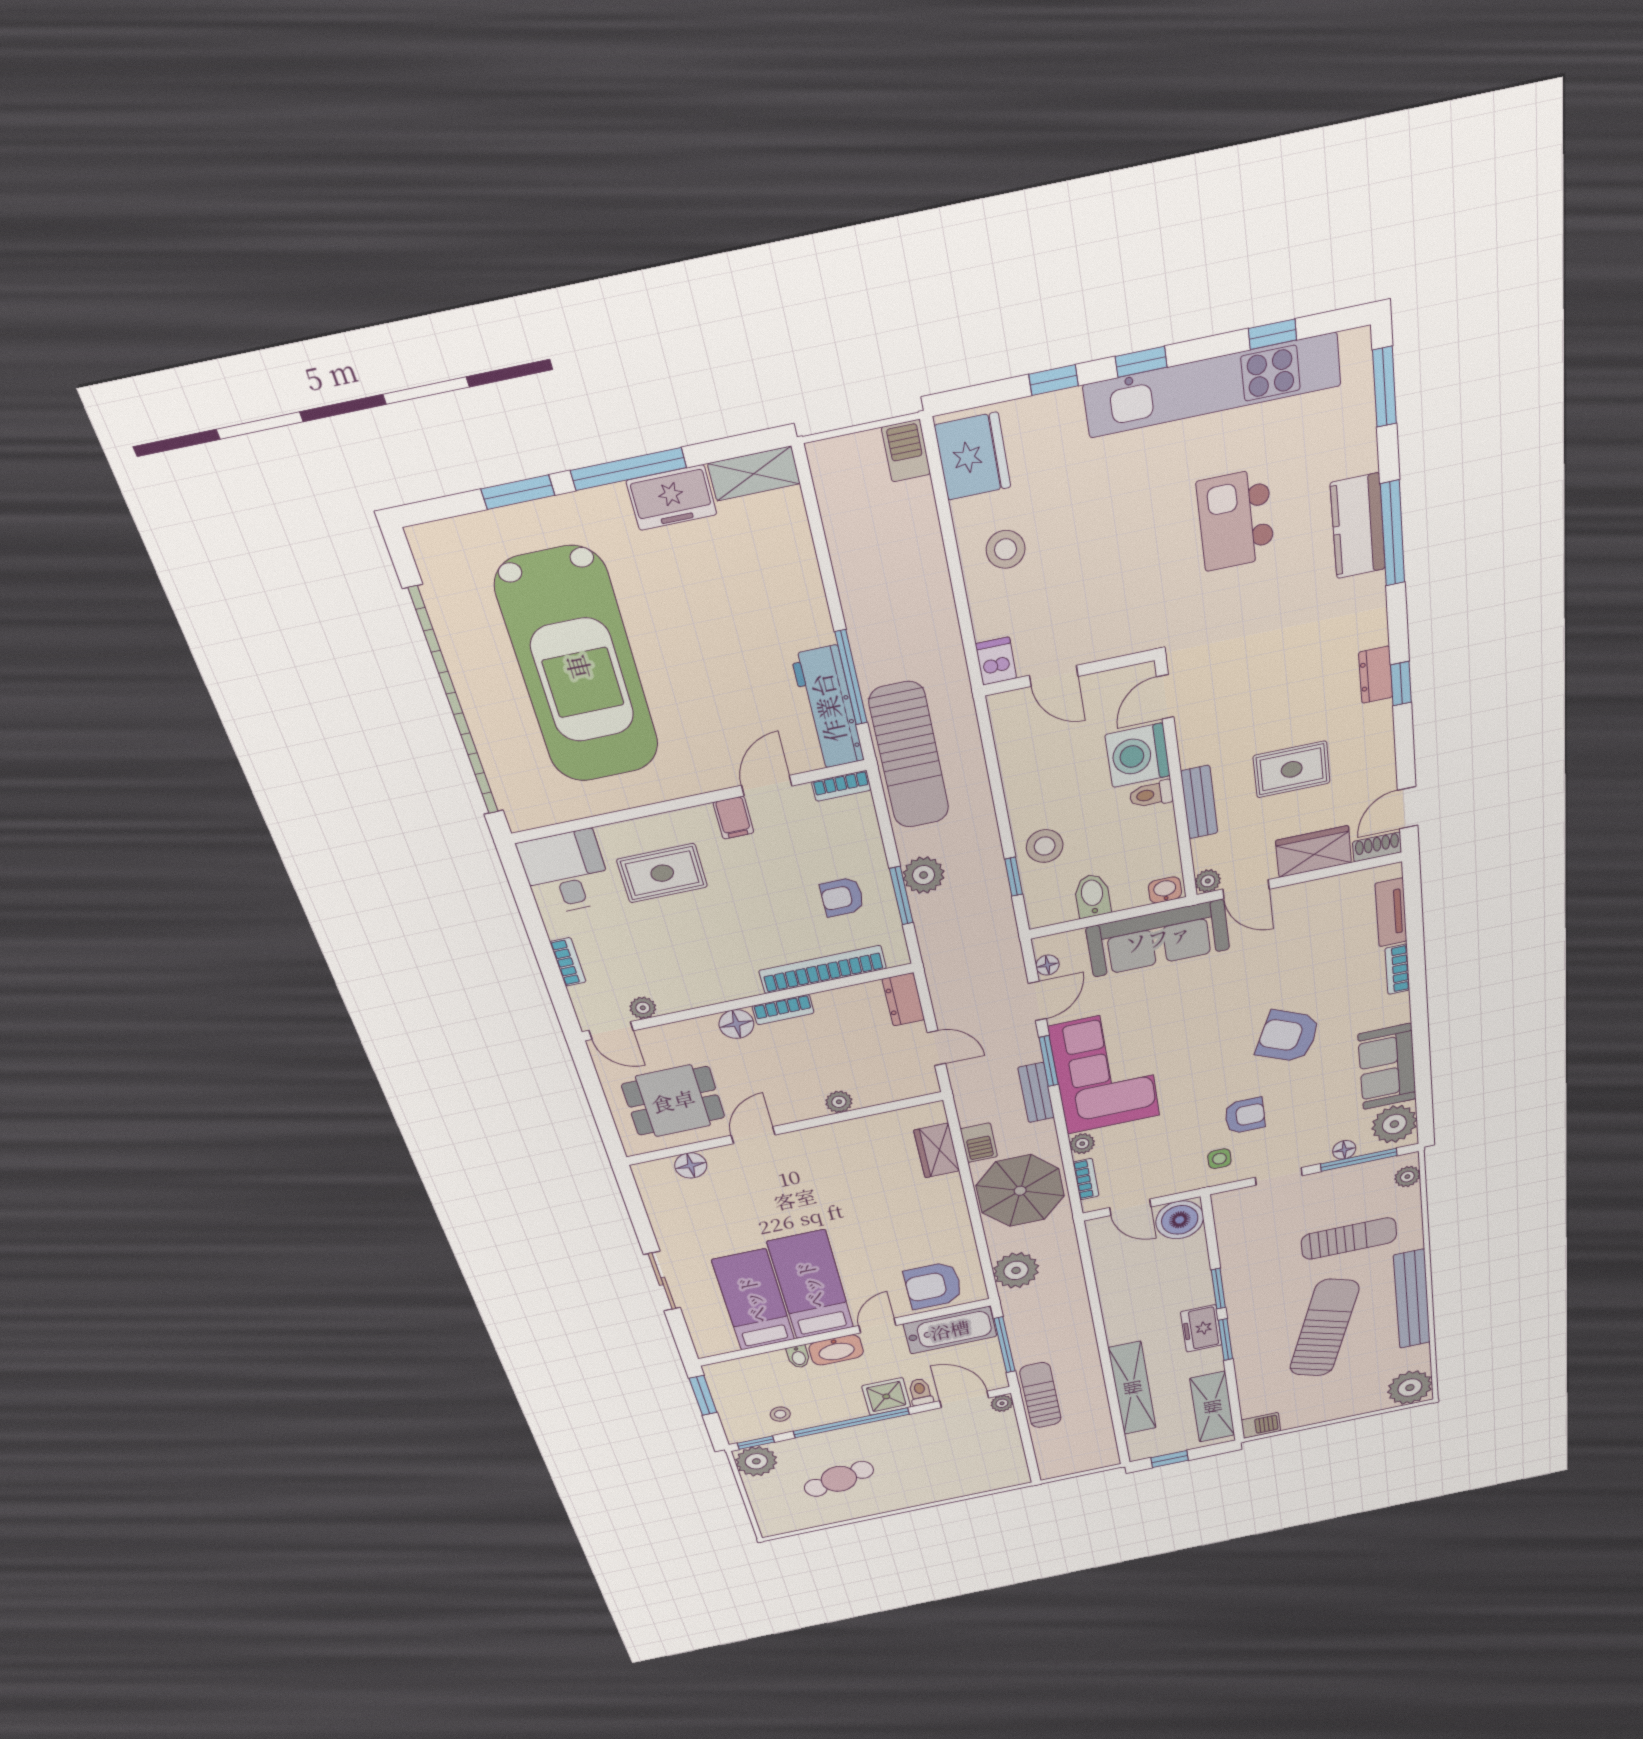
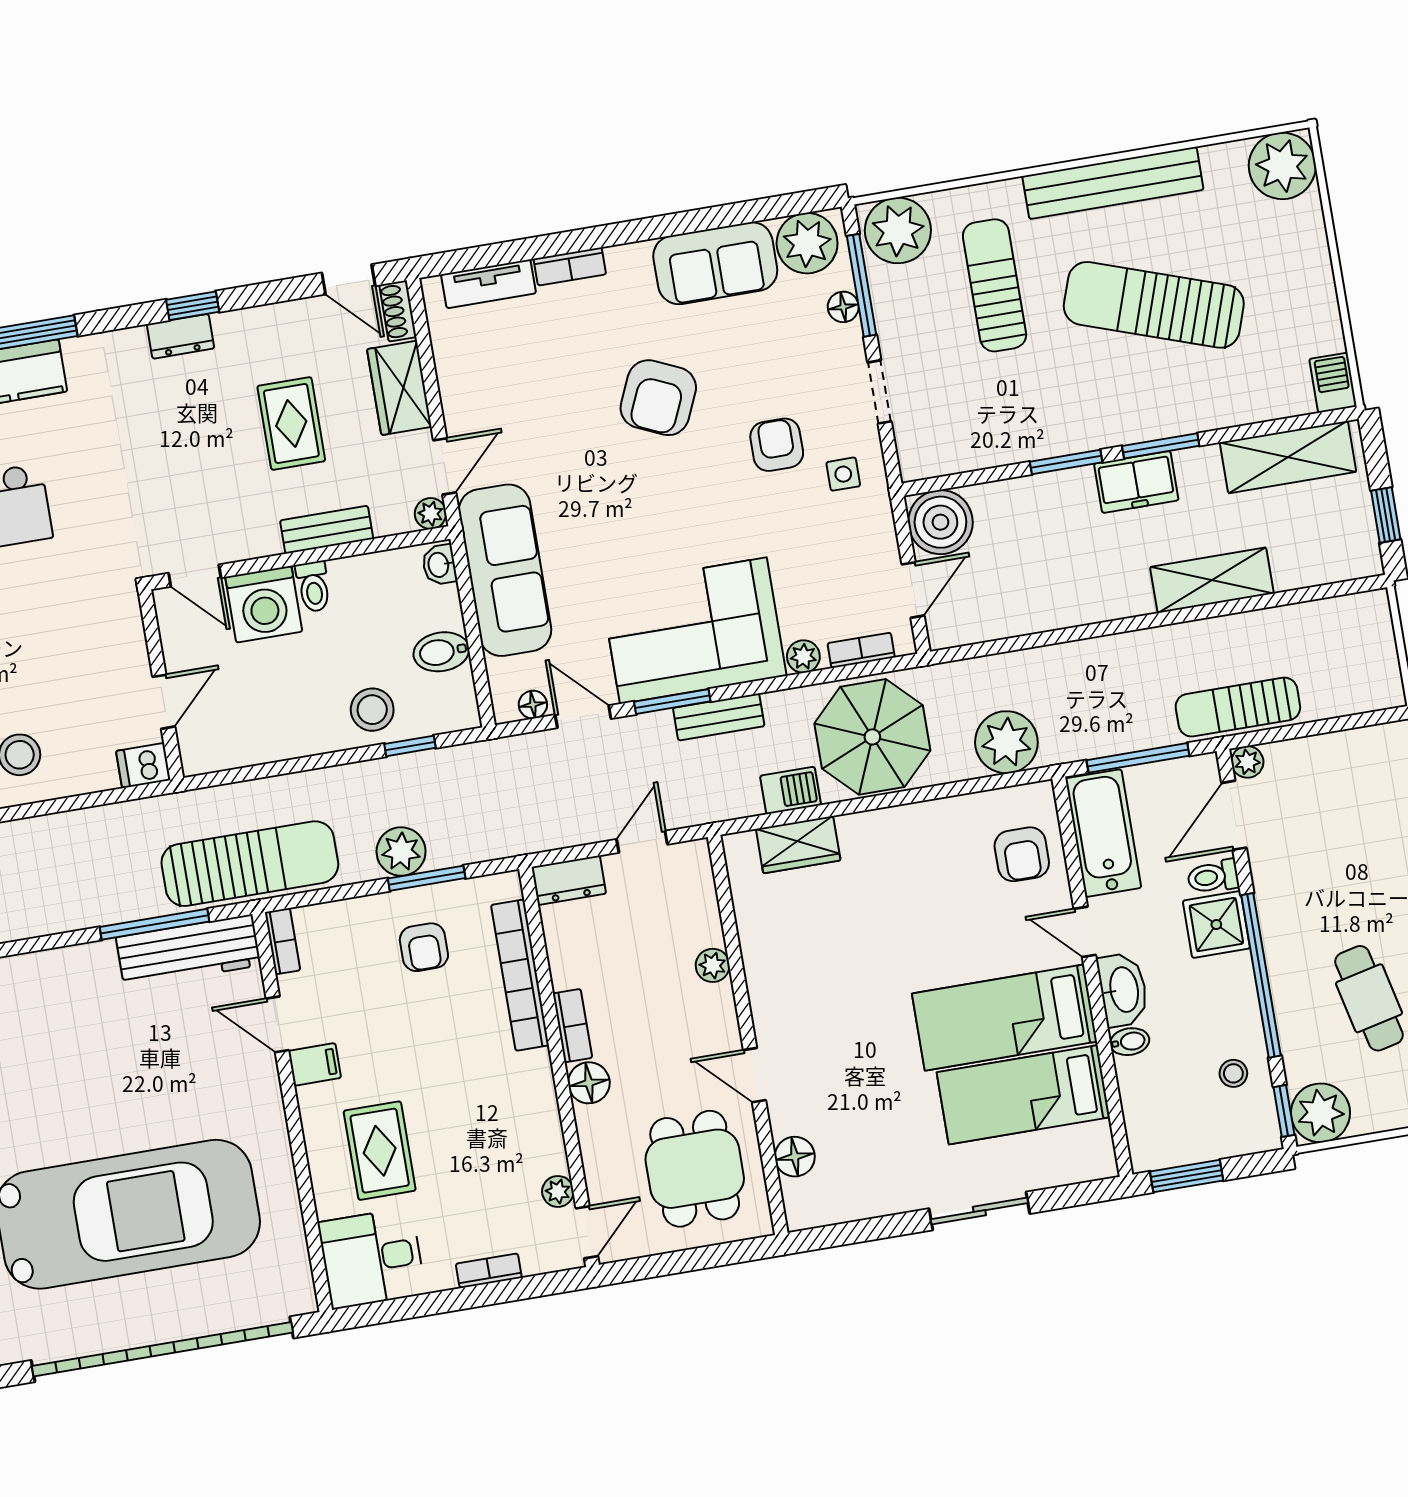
plant: (1407, 1177) -> (898, 230), width x1.88, depth x1.88
armchair: (933, 1286) -> (1022, 854), width x0.72, depth x0.72
shelving: (1132, 1388) -> (1212, 580), width x0.68

